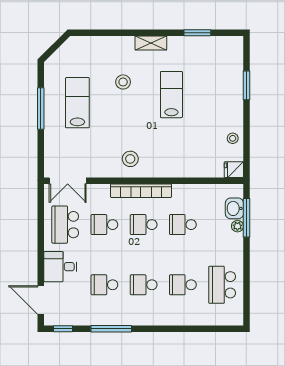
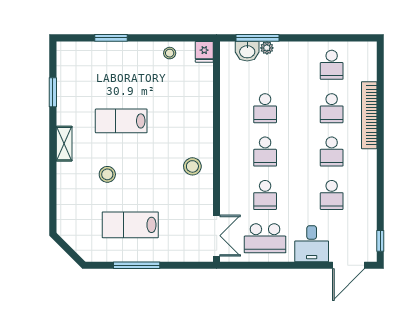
bookcase: (141, 191) -> (369, 115), moved, turned 180
school desk: (222, 285) -> (332, 65), width x0.54
window: (111, 329) -> (380, 187), removed

